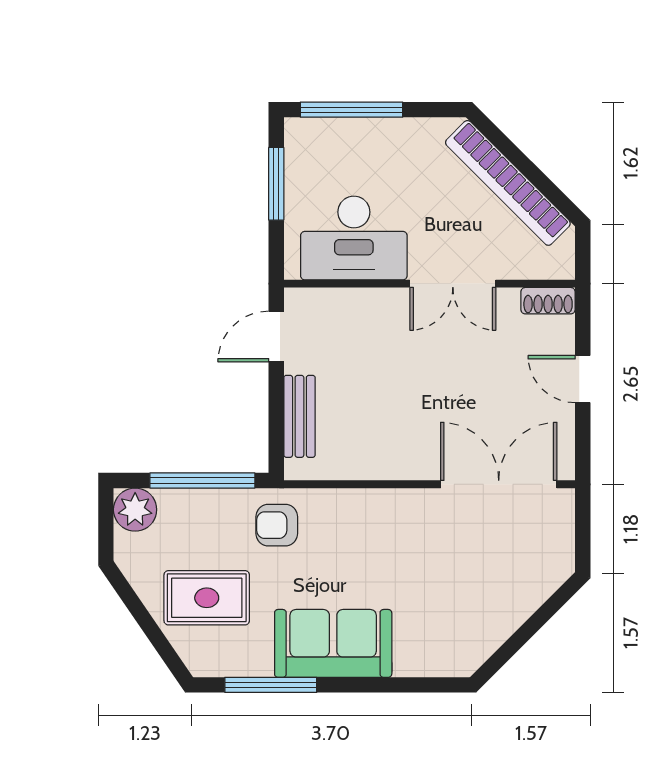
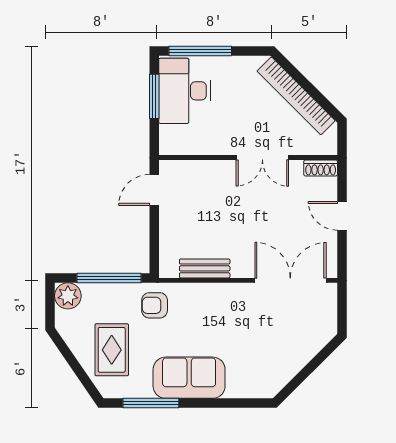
desk: (354, 238) -> (185, 91), moved, turned 90
bench: (299, 416) -> (205, 268), moved, turned 90
rug: (207, 598) -> (112, 350), turned 90

